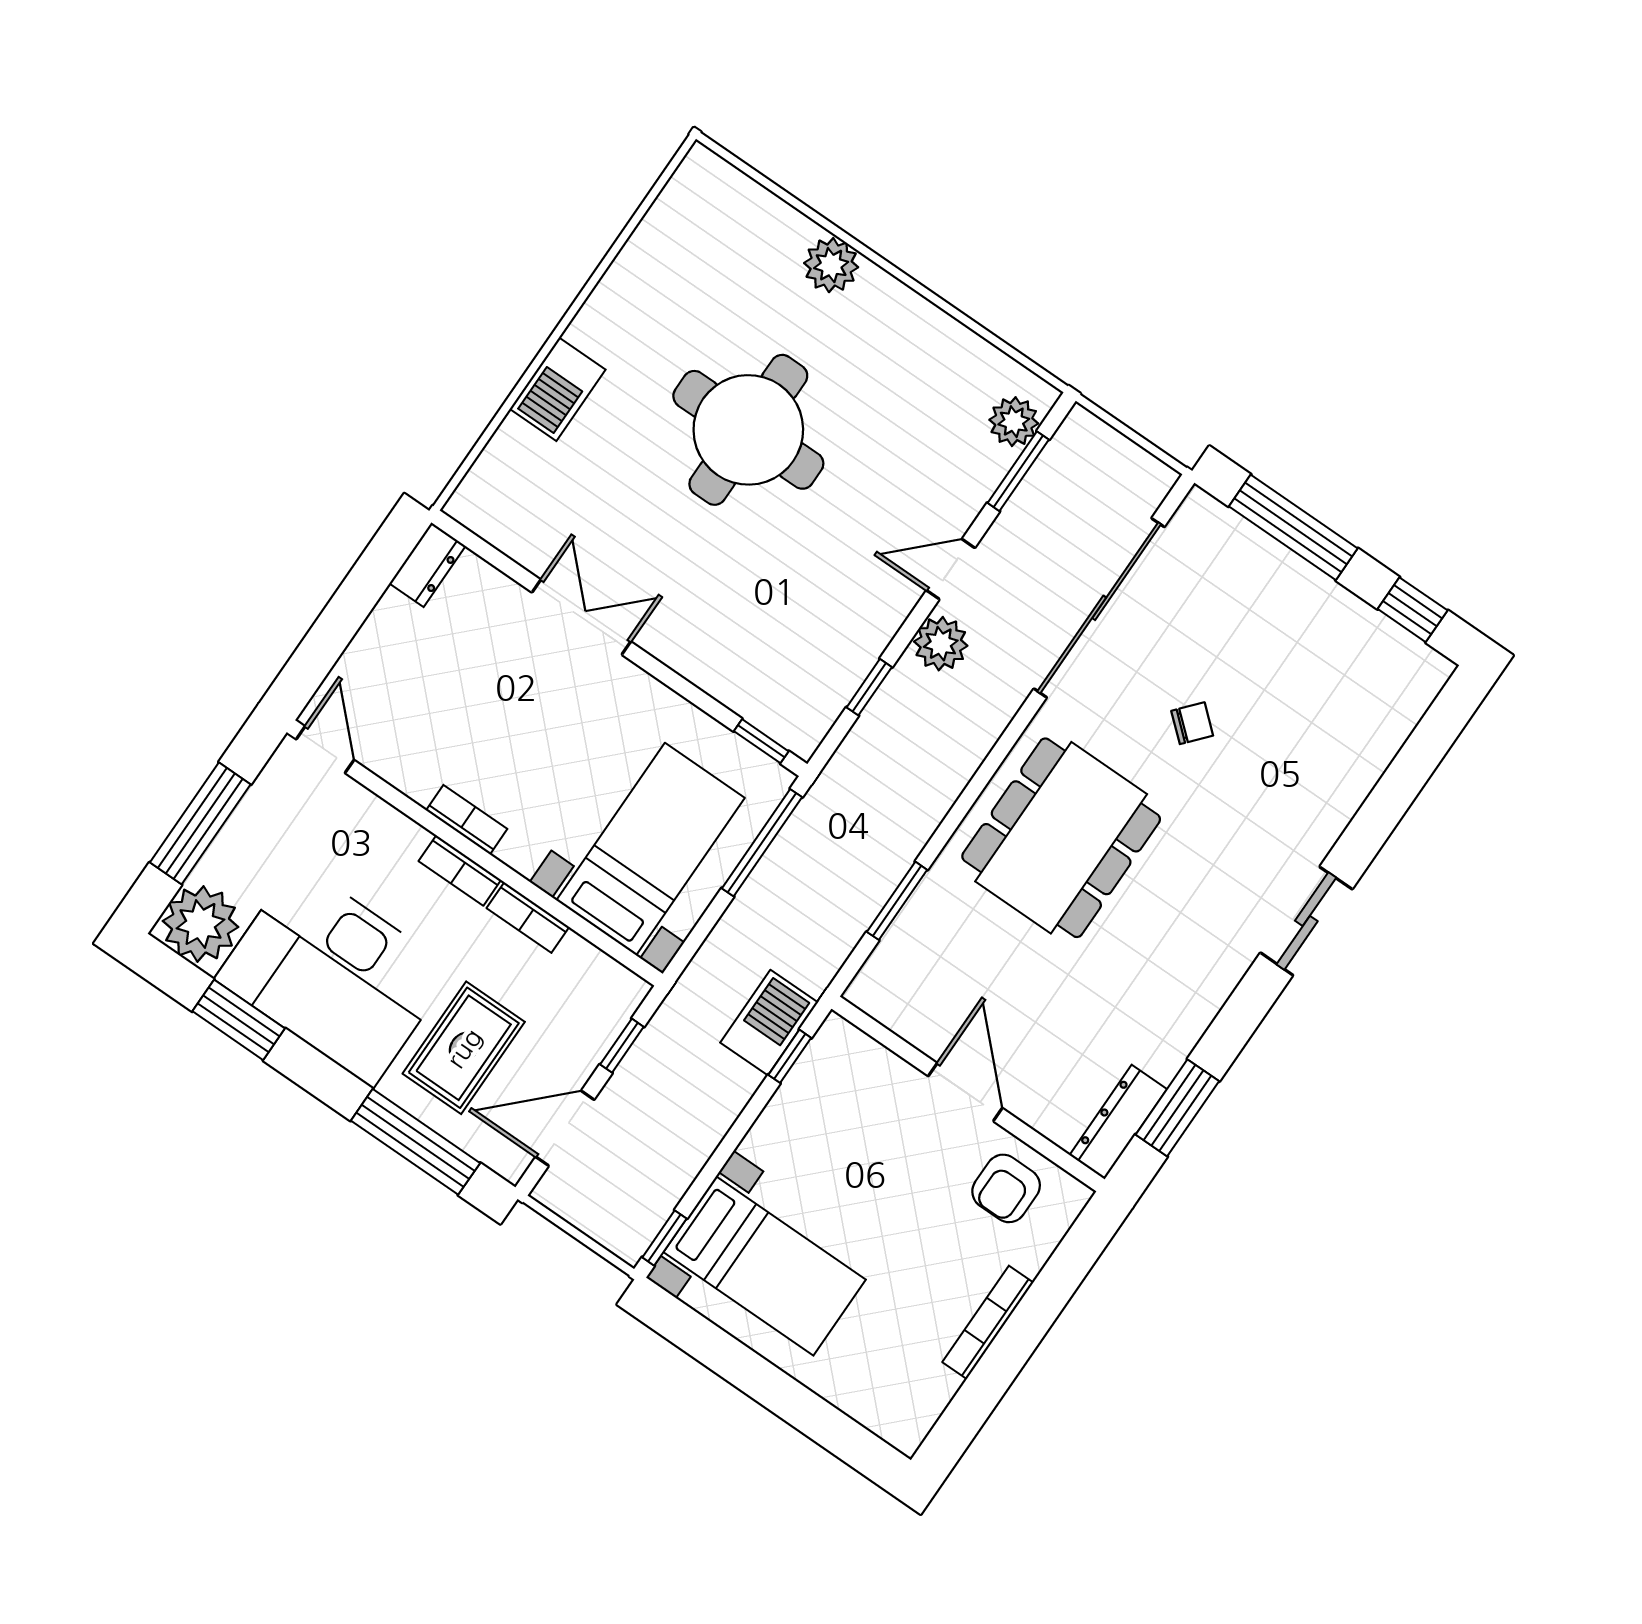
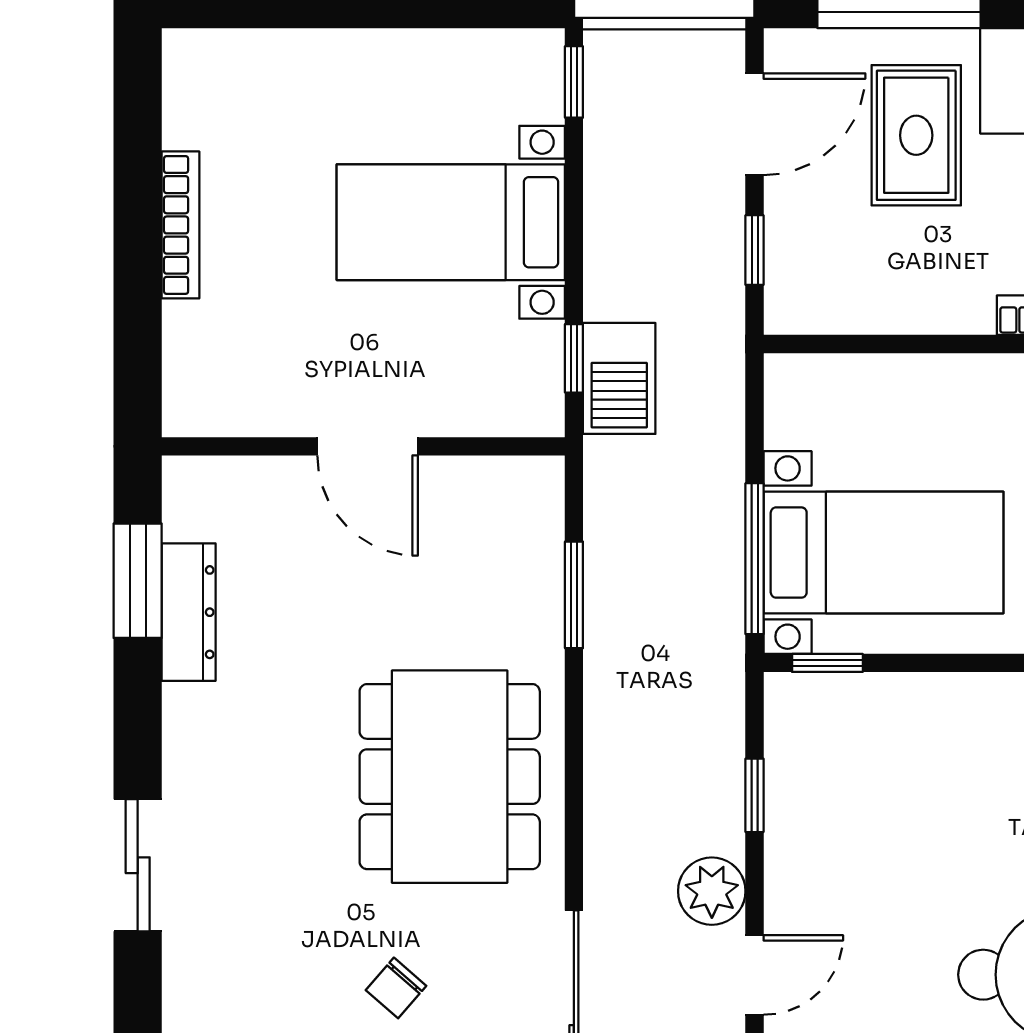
bed with nightstands: (651, 849) -> (883, 553), moved, turned -90
bookcase: (528, 918) -> (943, 315), removed
dresser: (1118, 1122) -> (189, 612), moved
armchair: (1006, 1188) -> (257, 376), removed
bed with nightstands: (765, 1266) -> (451, 222), moved

